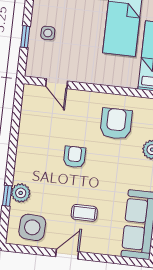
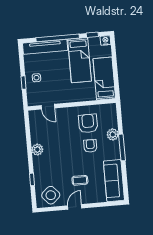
armchair: (74, 157) -> (90, 146), moved
plant: (21, 193) -> (37, 150), moved
side table: (32, 227) -> (51, 195), turned 45

